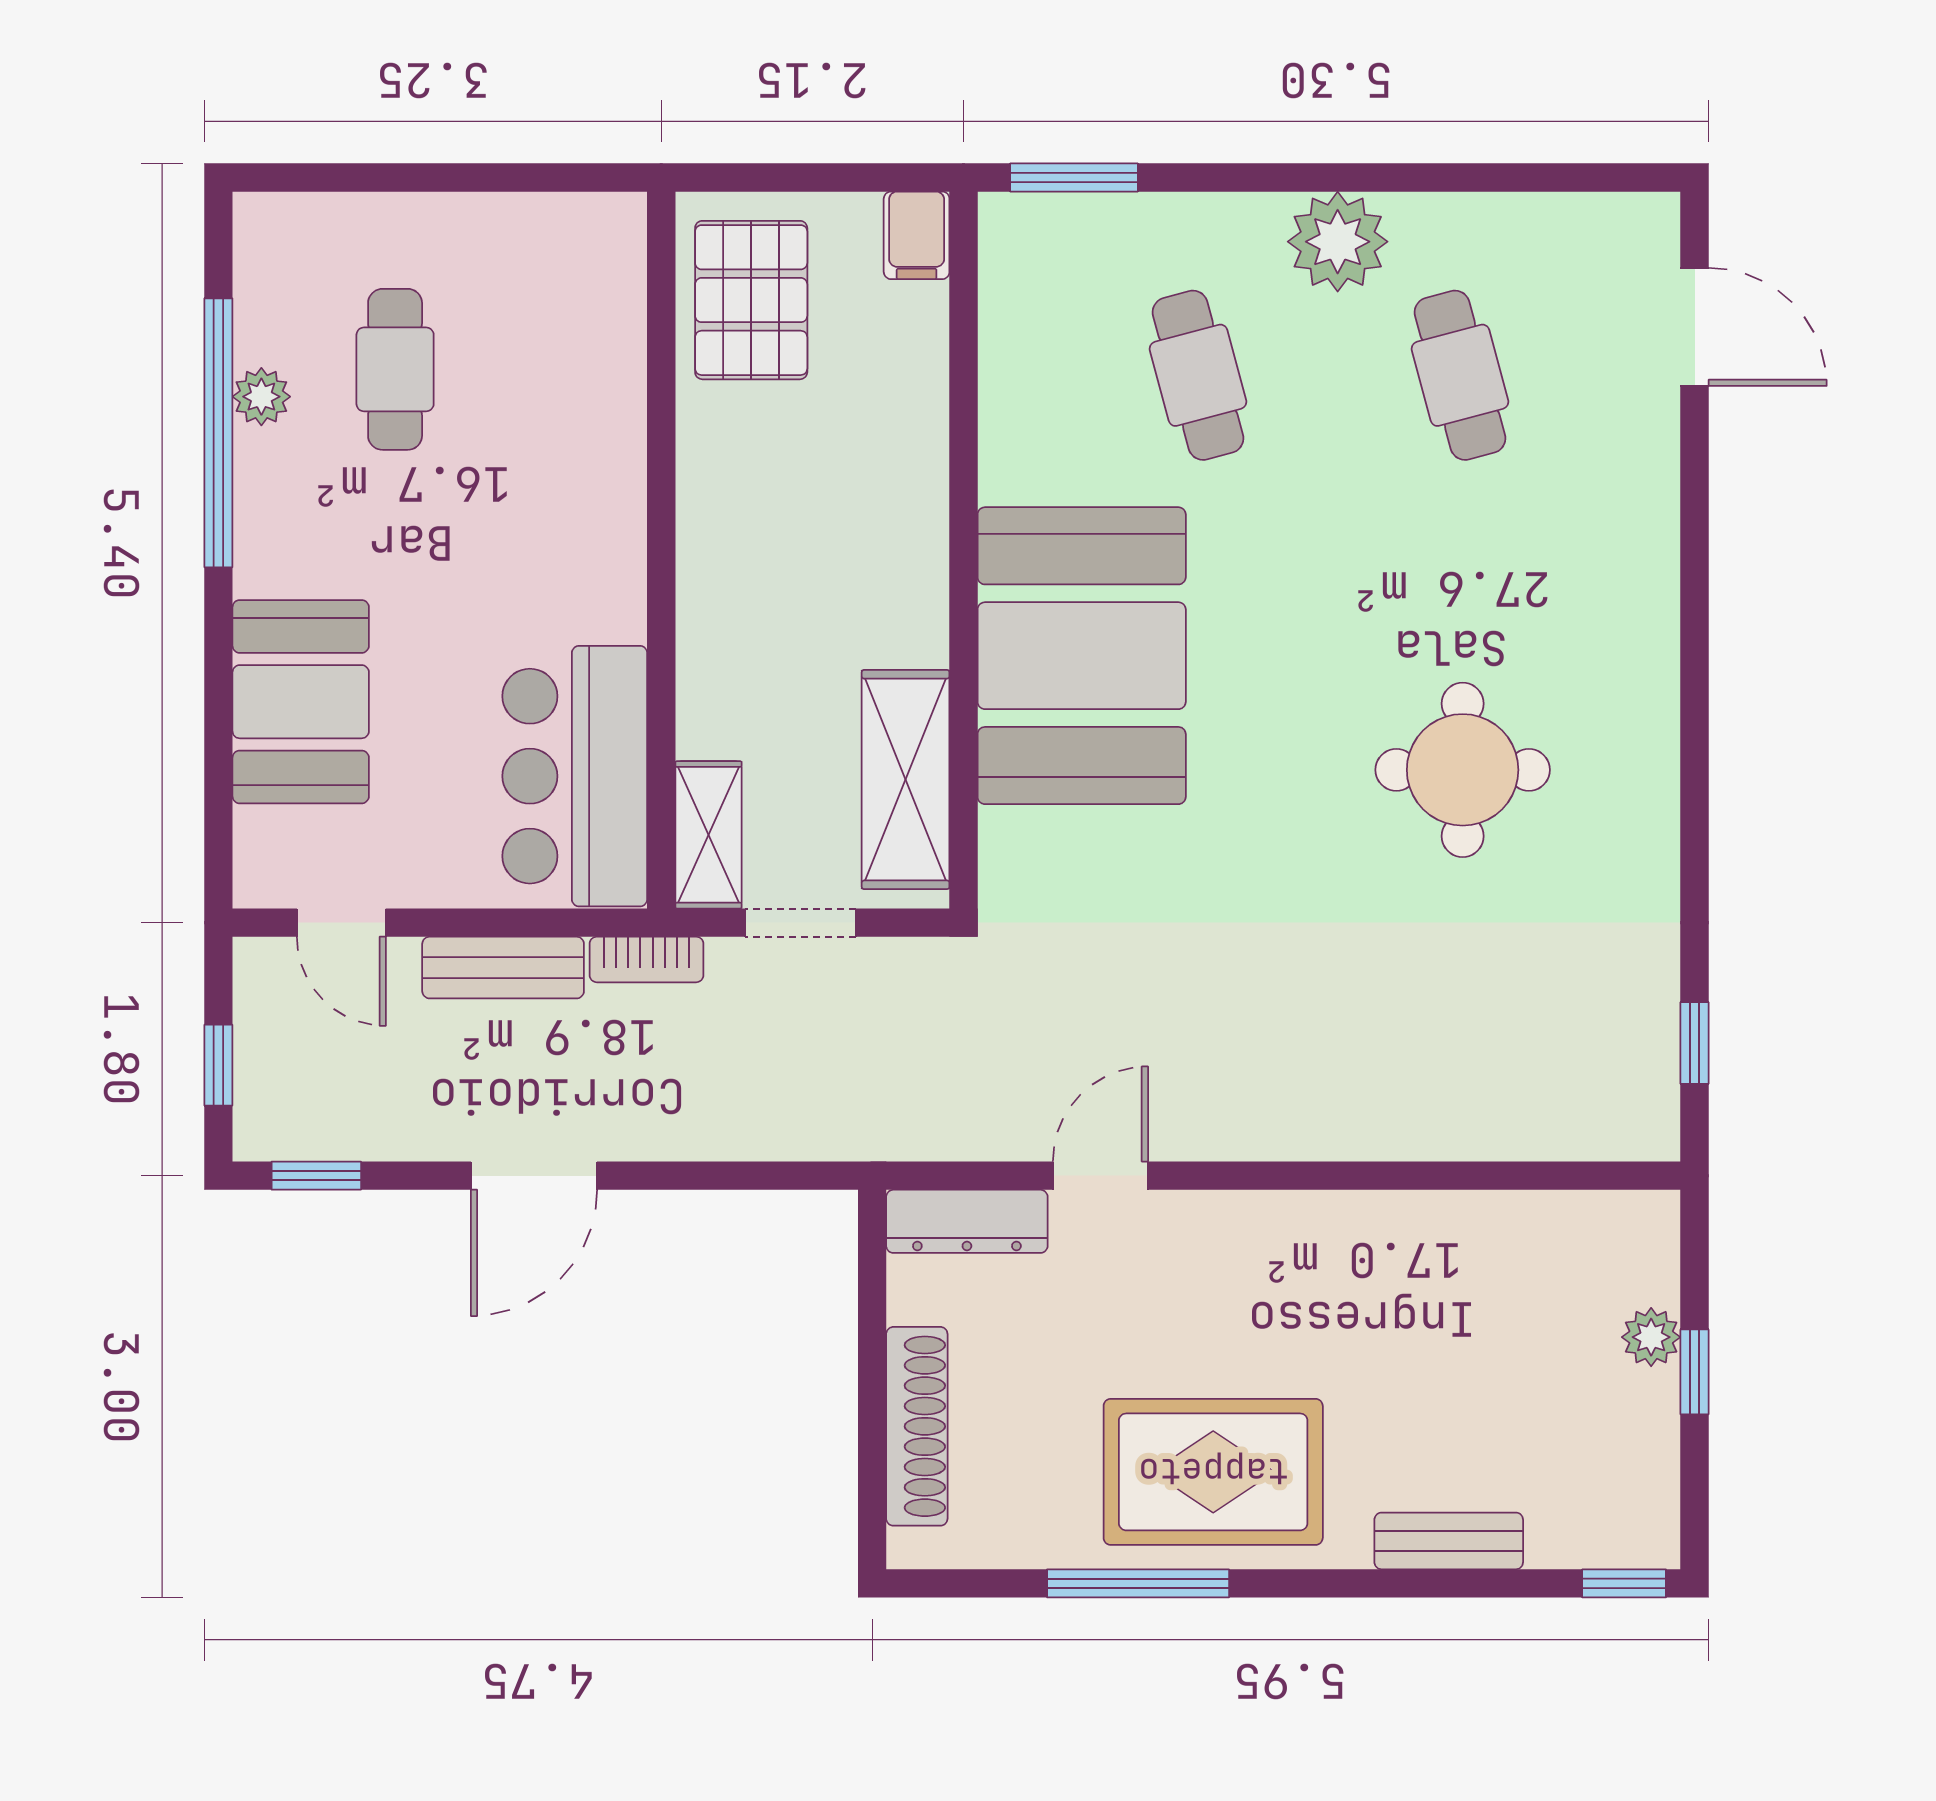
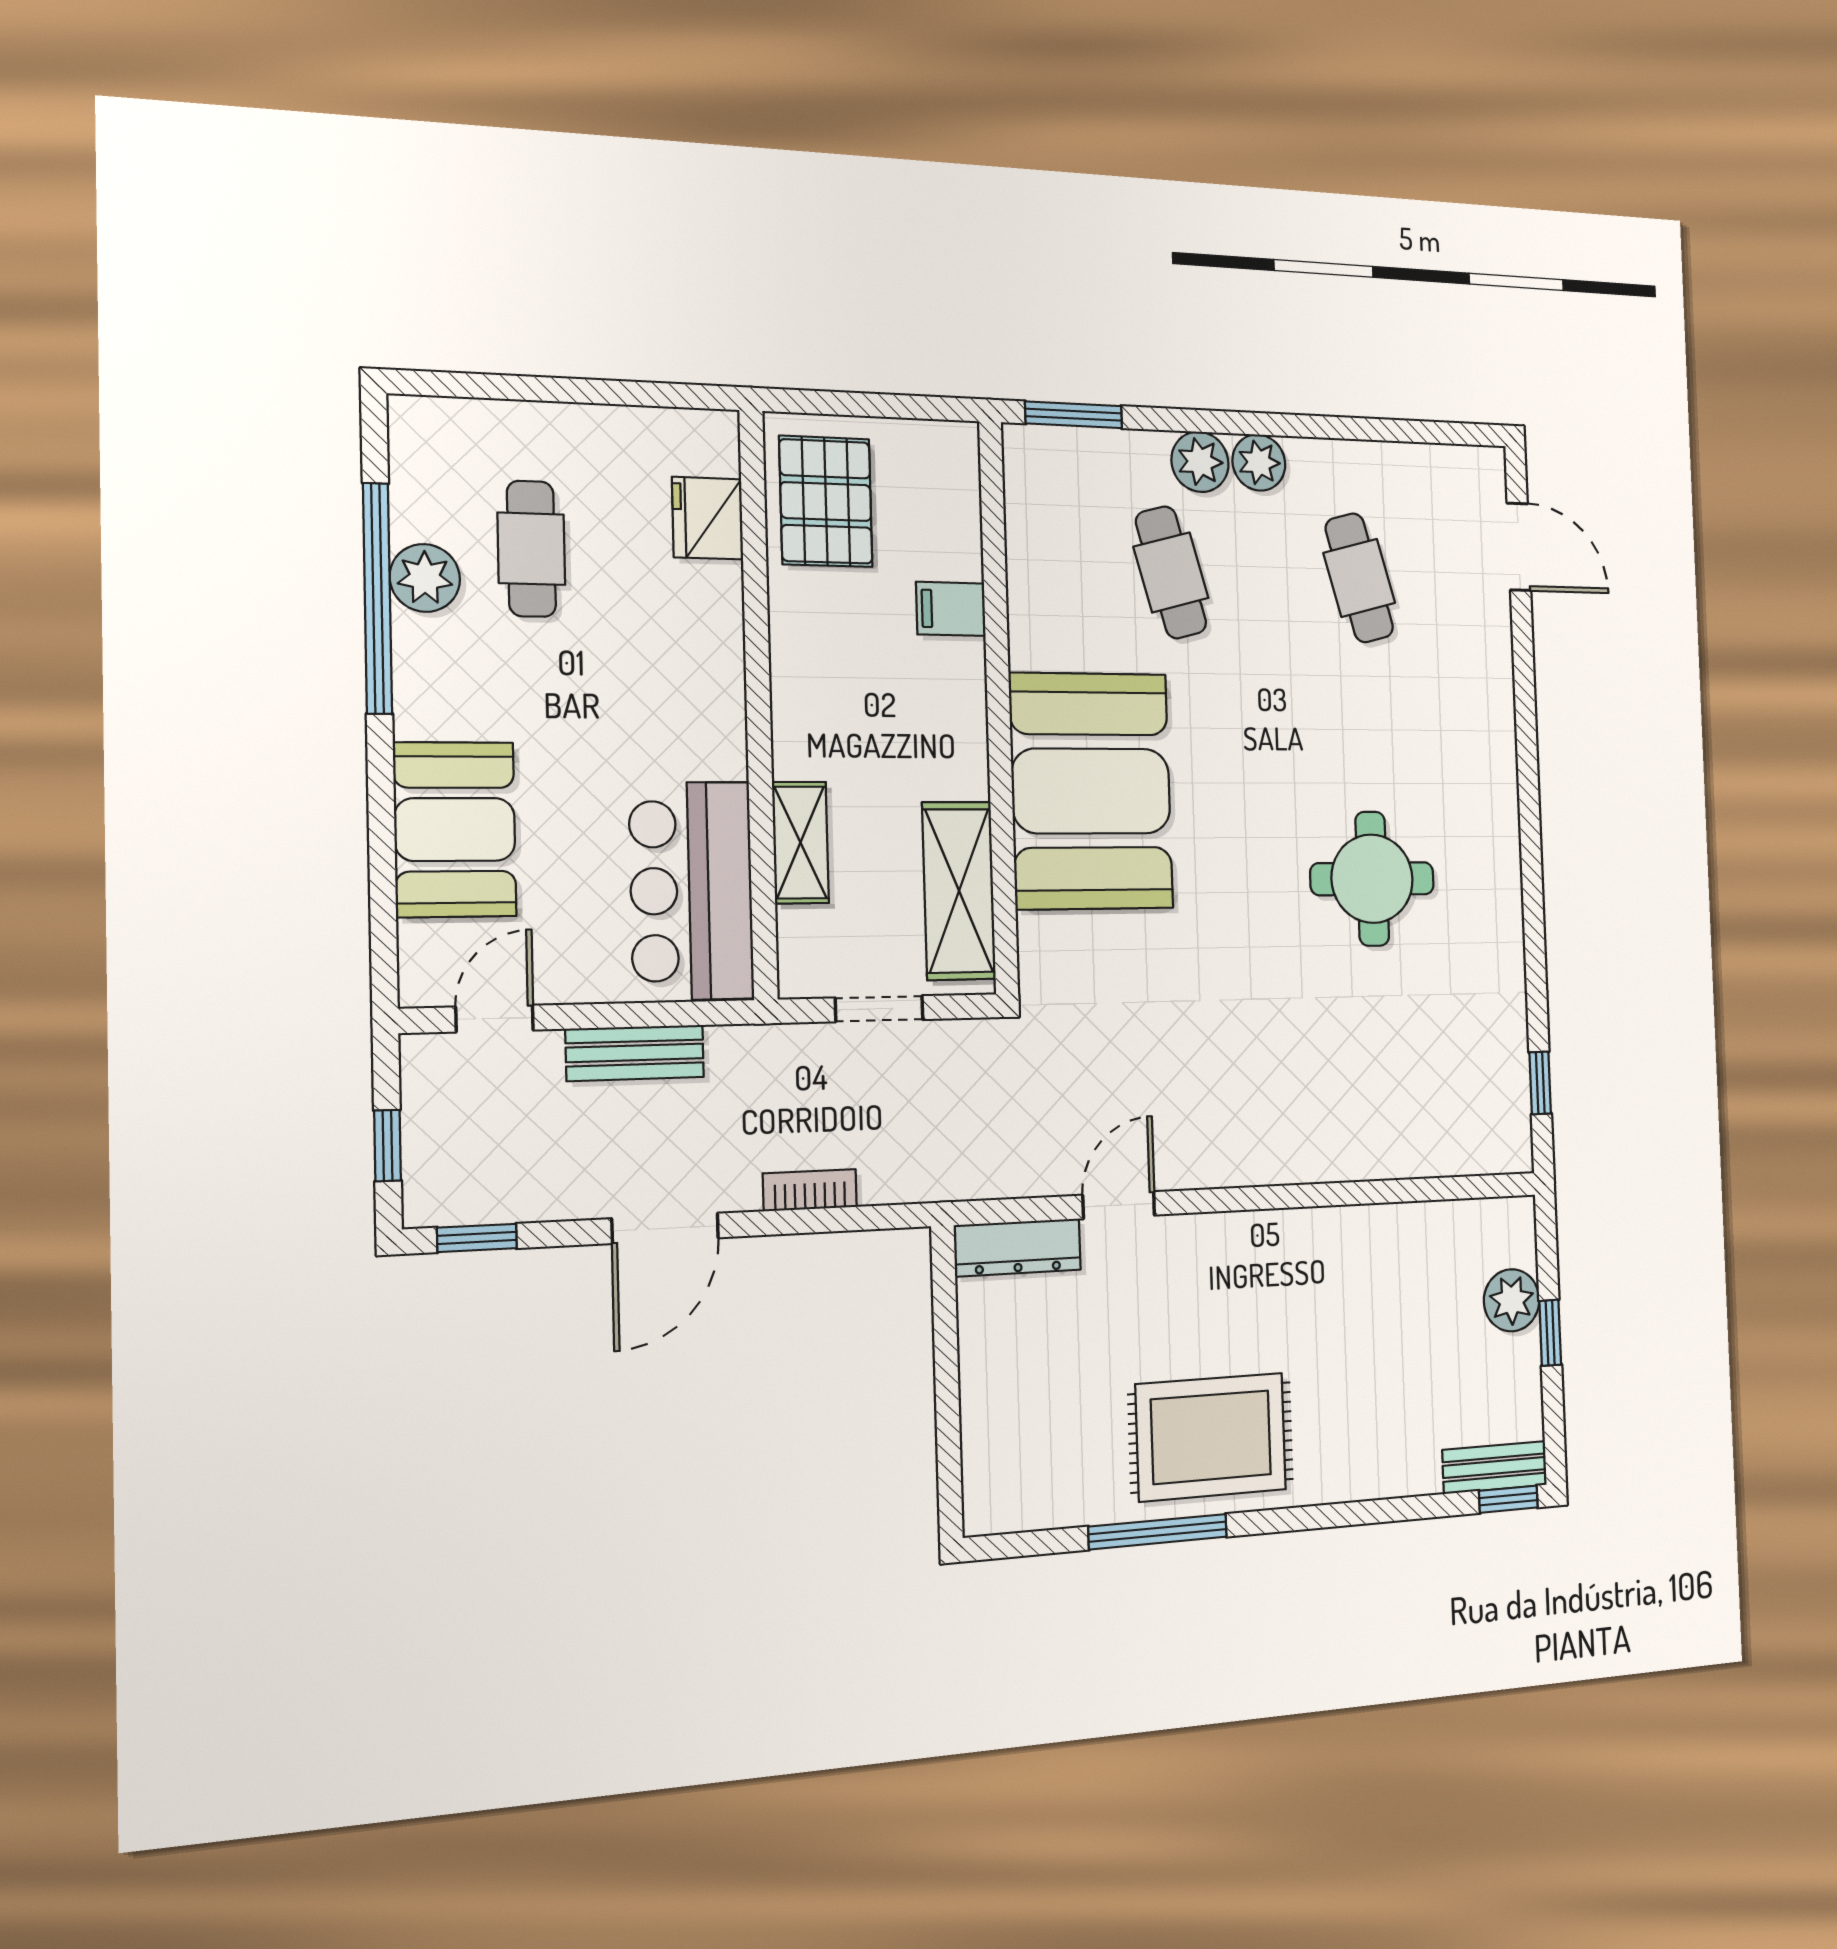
plant: (1243, 231) -> (1200, 462), added
filing cabinet: (917, 235) -> (951, 609), moved, turned 90
plant: (1338, 242) -> (1259, 463), width x0.73, depth x0.73
fridge: (605, 326) -> (708, 518), added
plant: (261, 397) -> (425, 578), width x1.38, depth x1.38
shelving: (708, 835) -> (800, 843), moved
door: (341, 923) -> (495, 1019), swing flipped
bookcase: (646, 959) -> (810, 1190), moved, turned 180
plant: (1651, 1337) -> (1512, 1300), width x1.38, depth x1.38
shoe rack: (917, 1426) -> (983, 1418), removed
bench: (1449, 1541) -> (1495, 1467), moved

